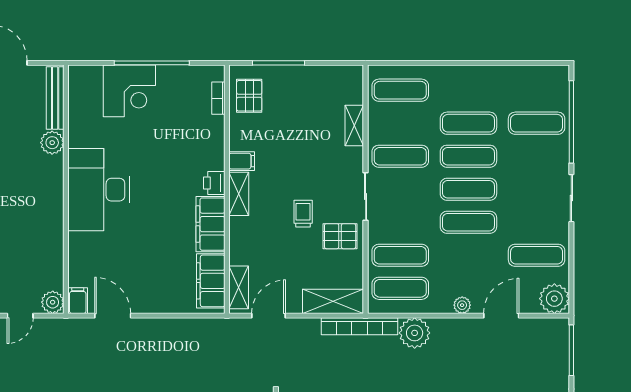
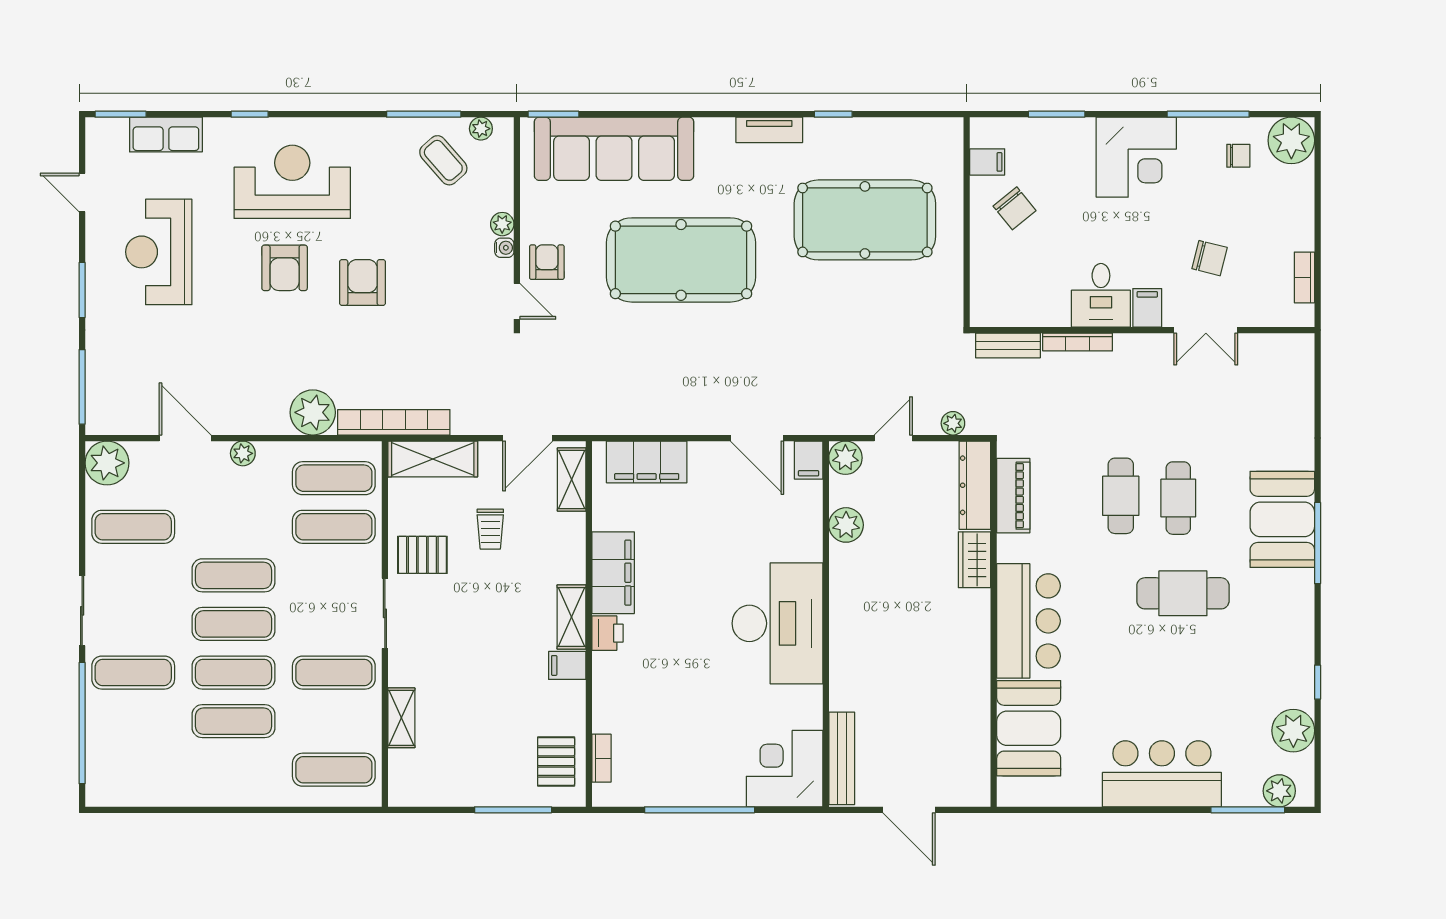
corner desk: (129, 91) -> (785, 769), moved
exercise mat: (537, 123) -> (133, 673), moved
plant: (52, 143) -> (846, 525), moved
trolley: (303, 214) -> (490, 529), moved
filing cabinet: (211, 281) -> (647, 462), moved, turned 90
door: (501, 316) -> (185, 438), swing flipped

